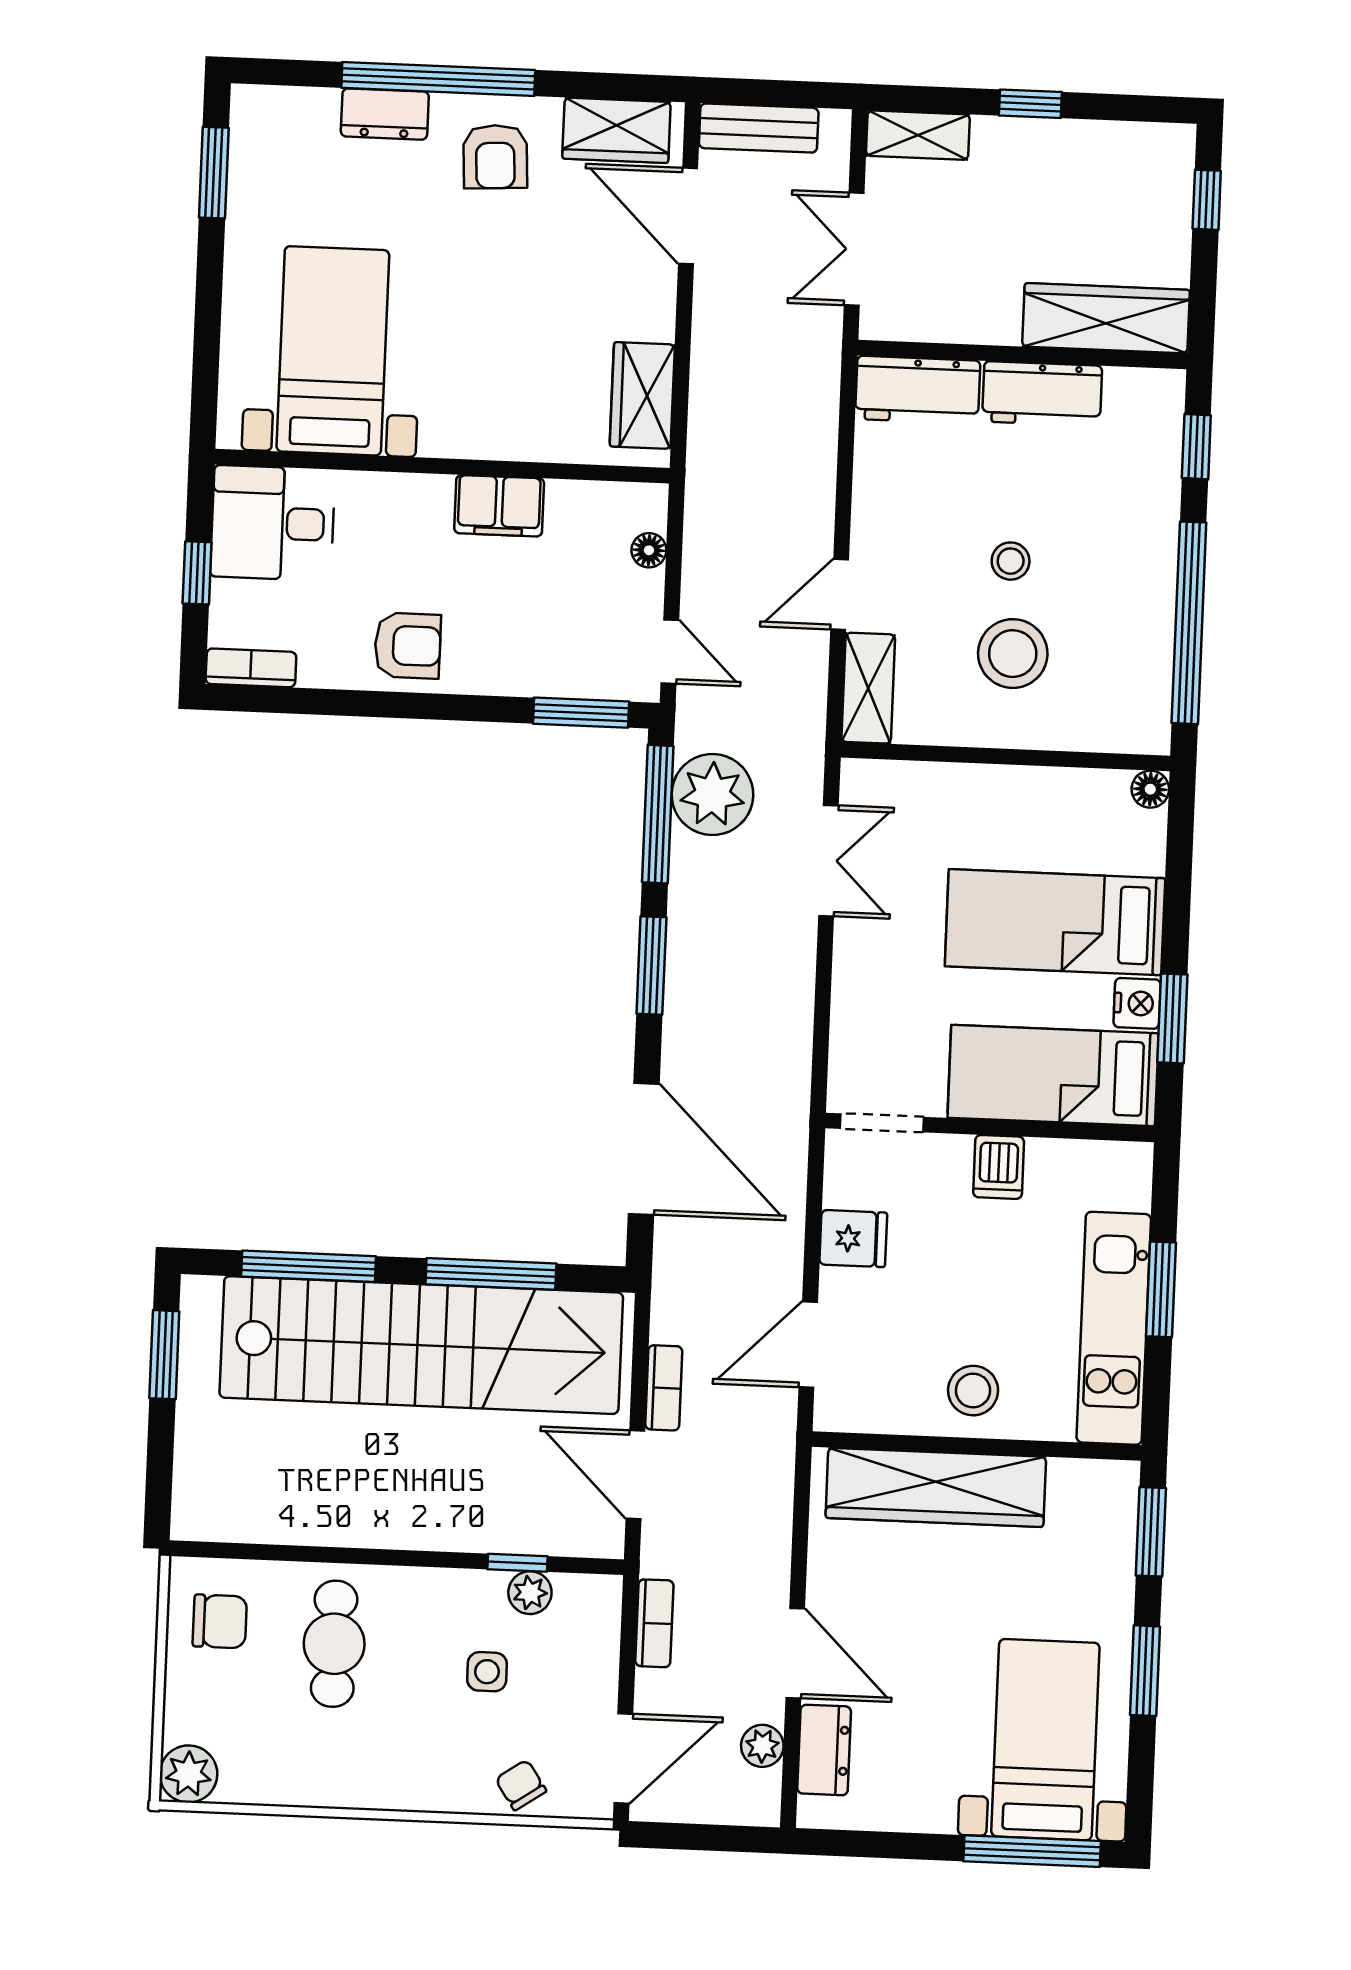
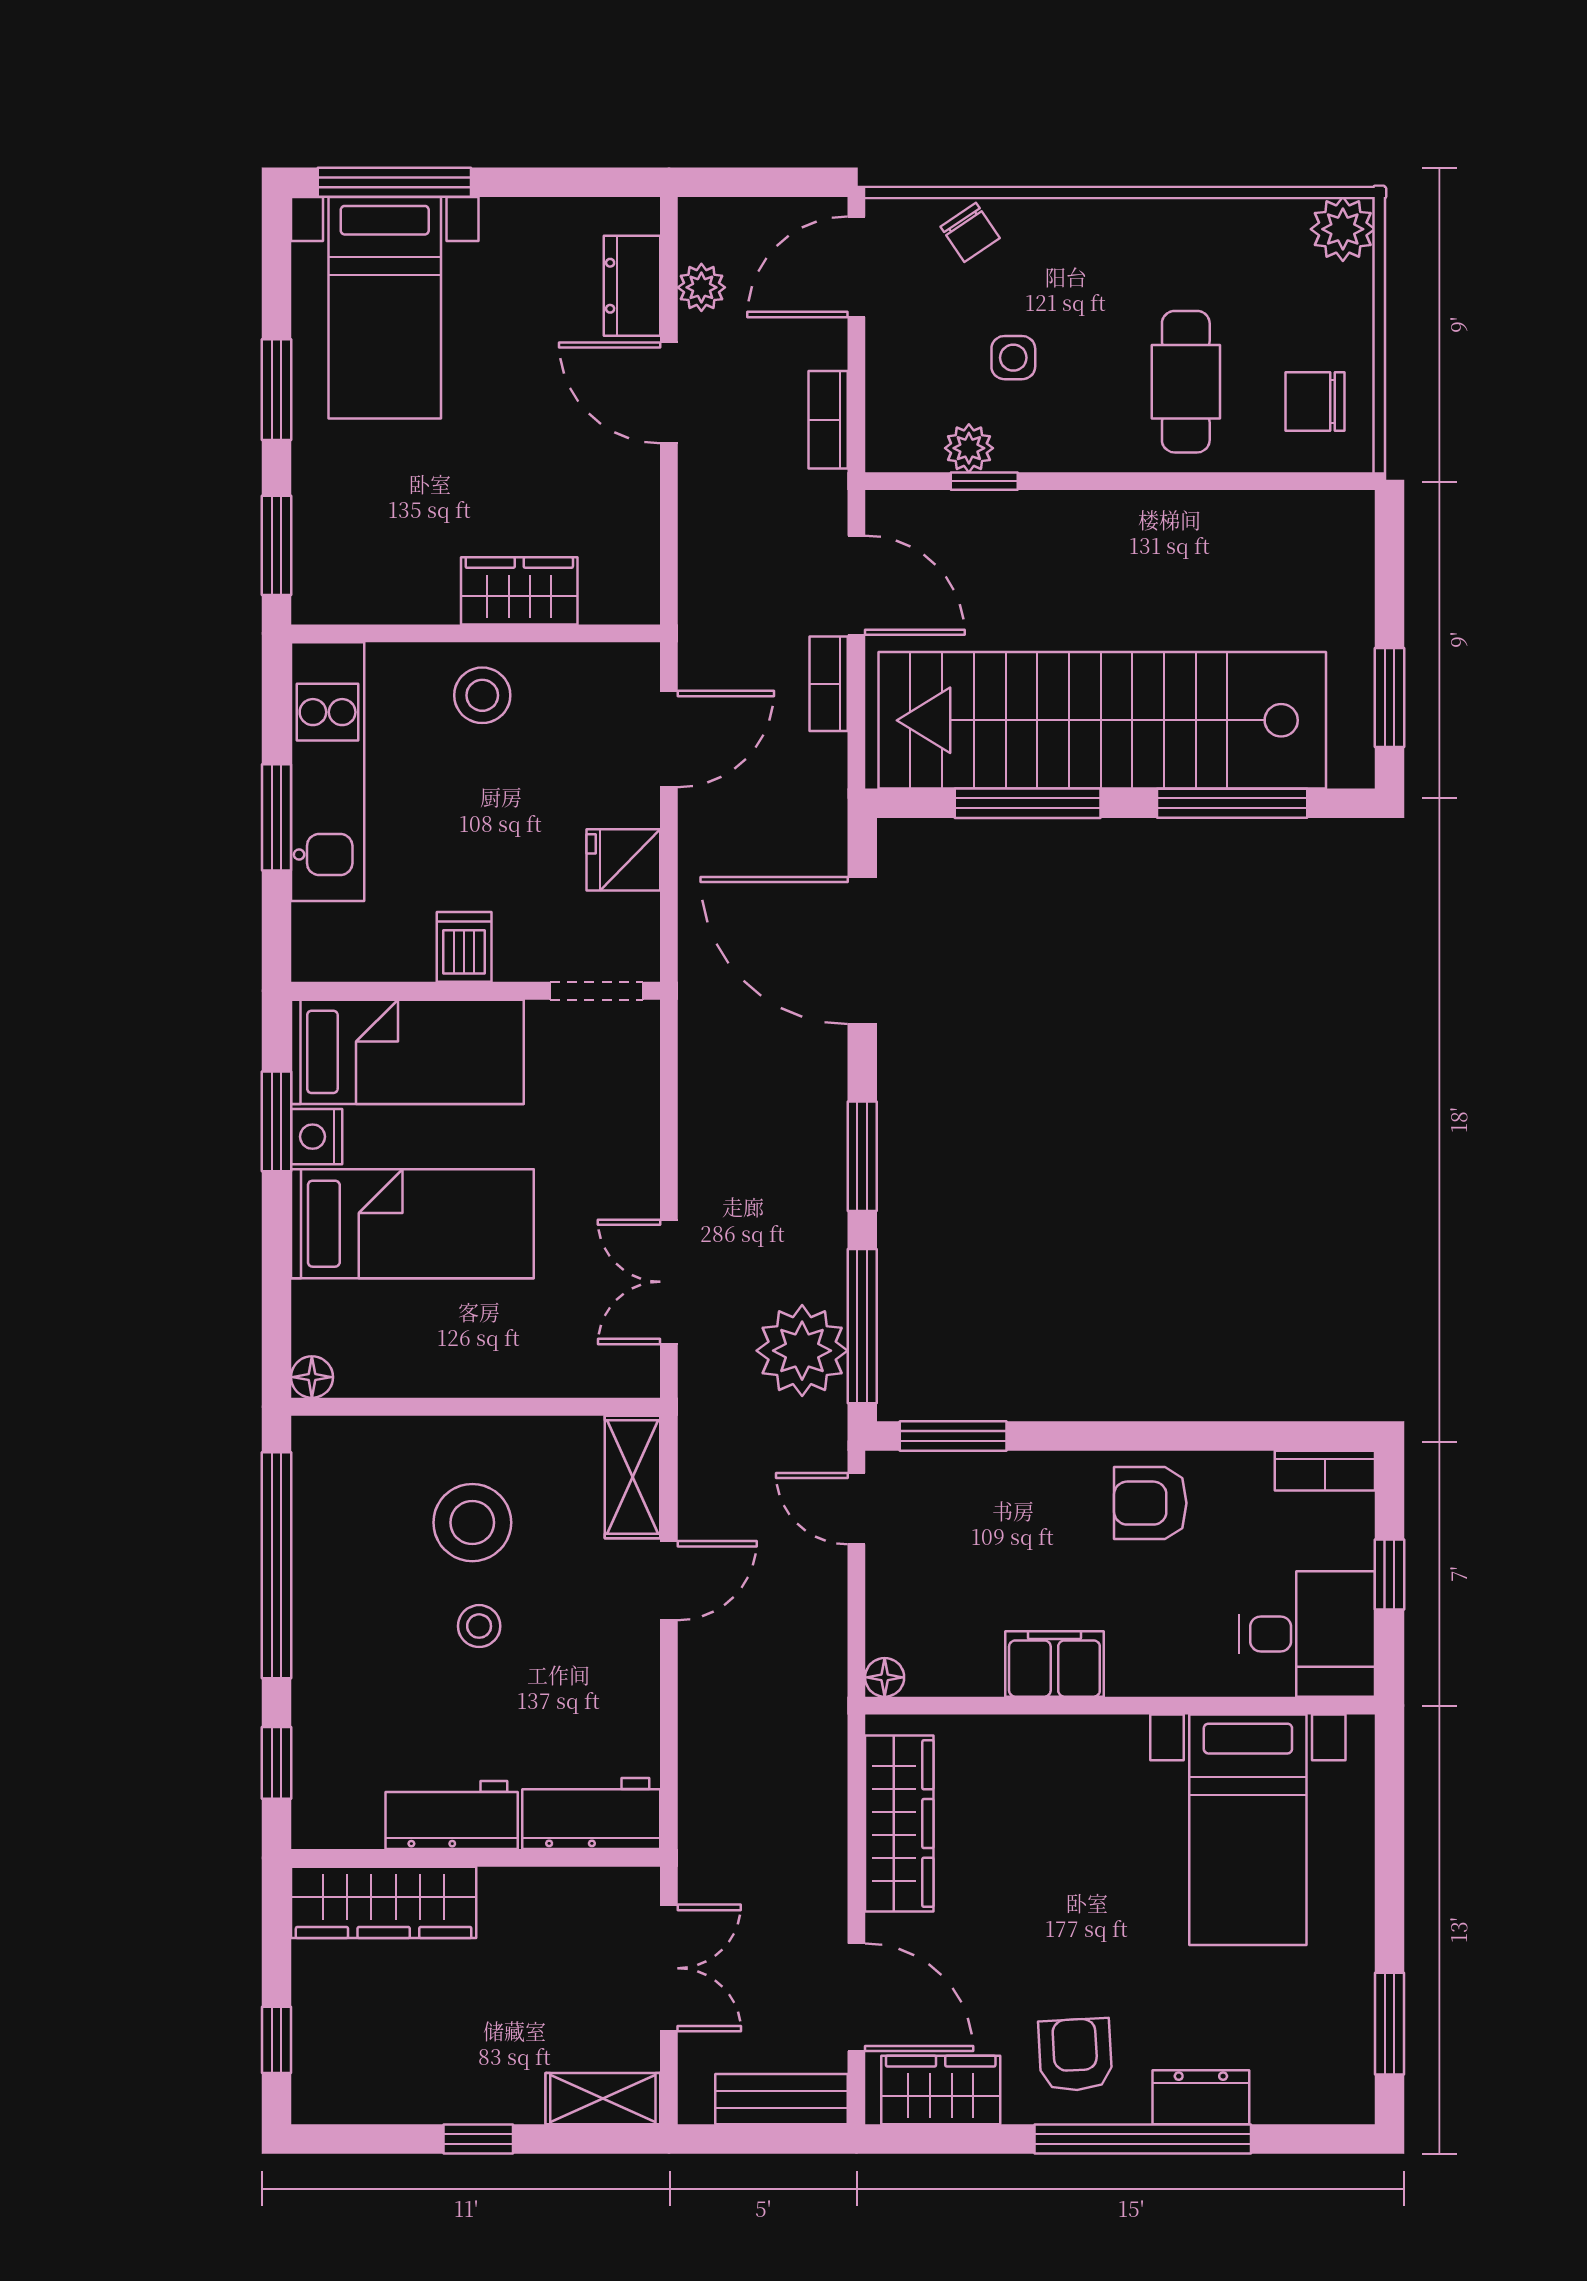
wardrobe: (642, 395) -> (899, 1824), width x1.50
floor lamp: (649, 550) -> (885, 1677), moved
wardrobe: (936, 1487) -> (519, 591), width x0.48, depth x0.85

